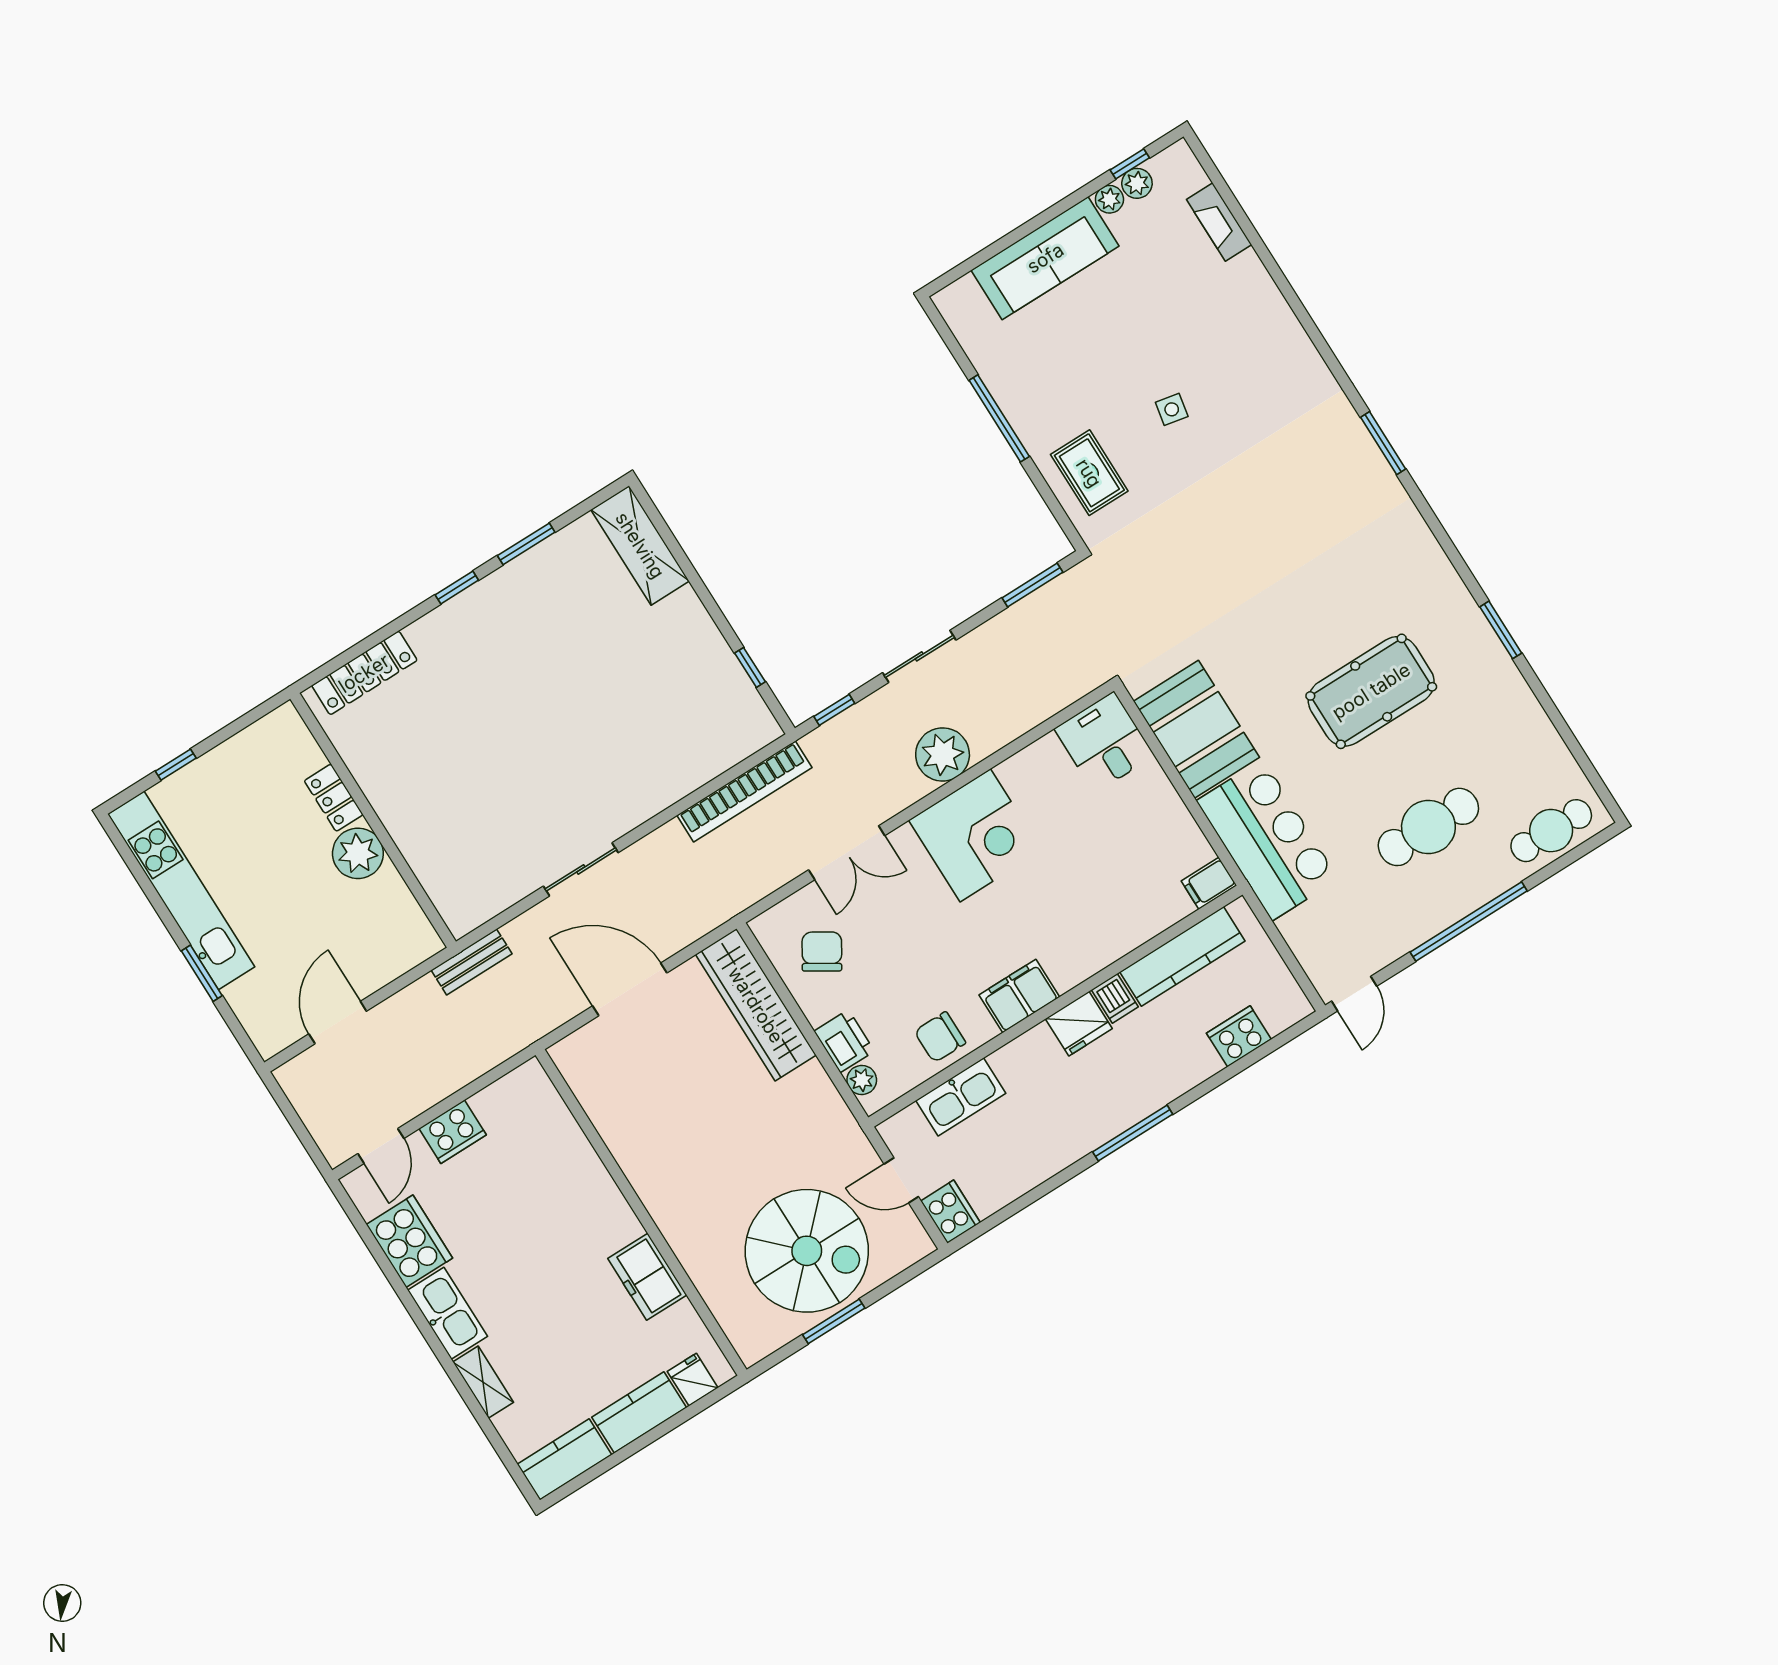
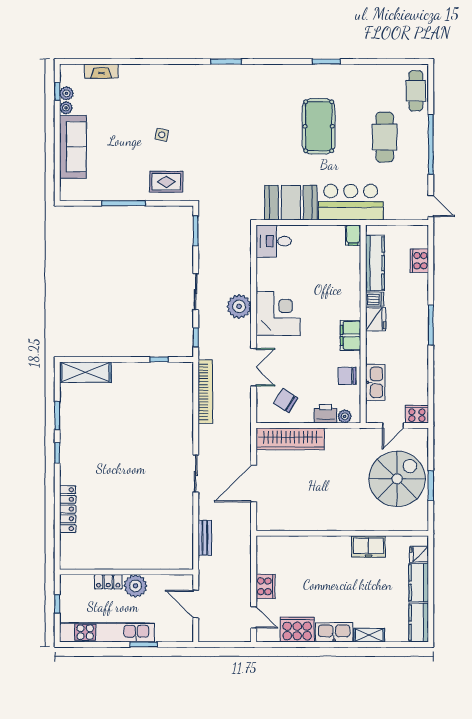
locker: (334, 798) -> (108, 582), moved
wall: (373, 820) -> (126, 572), moved
plant: (358, 853) -> (135, 586), moved
chair: (940, 1037) -> (347, 376), turned 90

